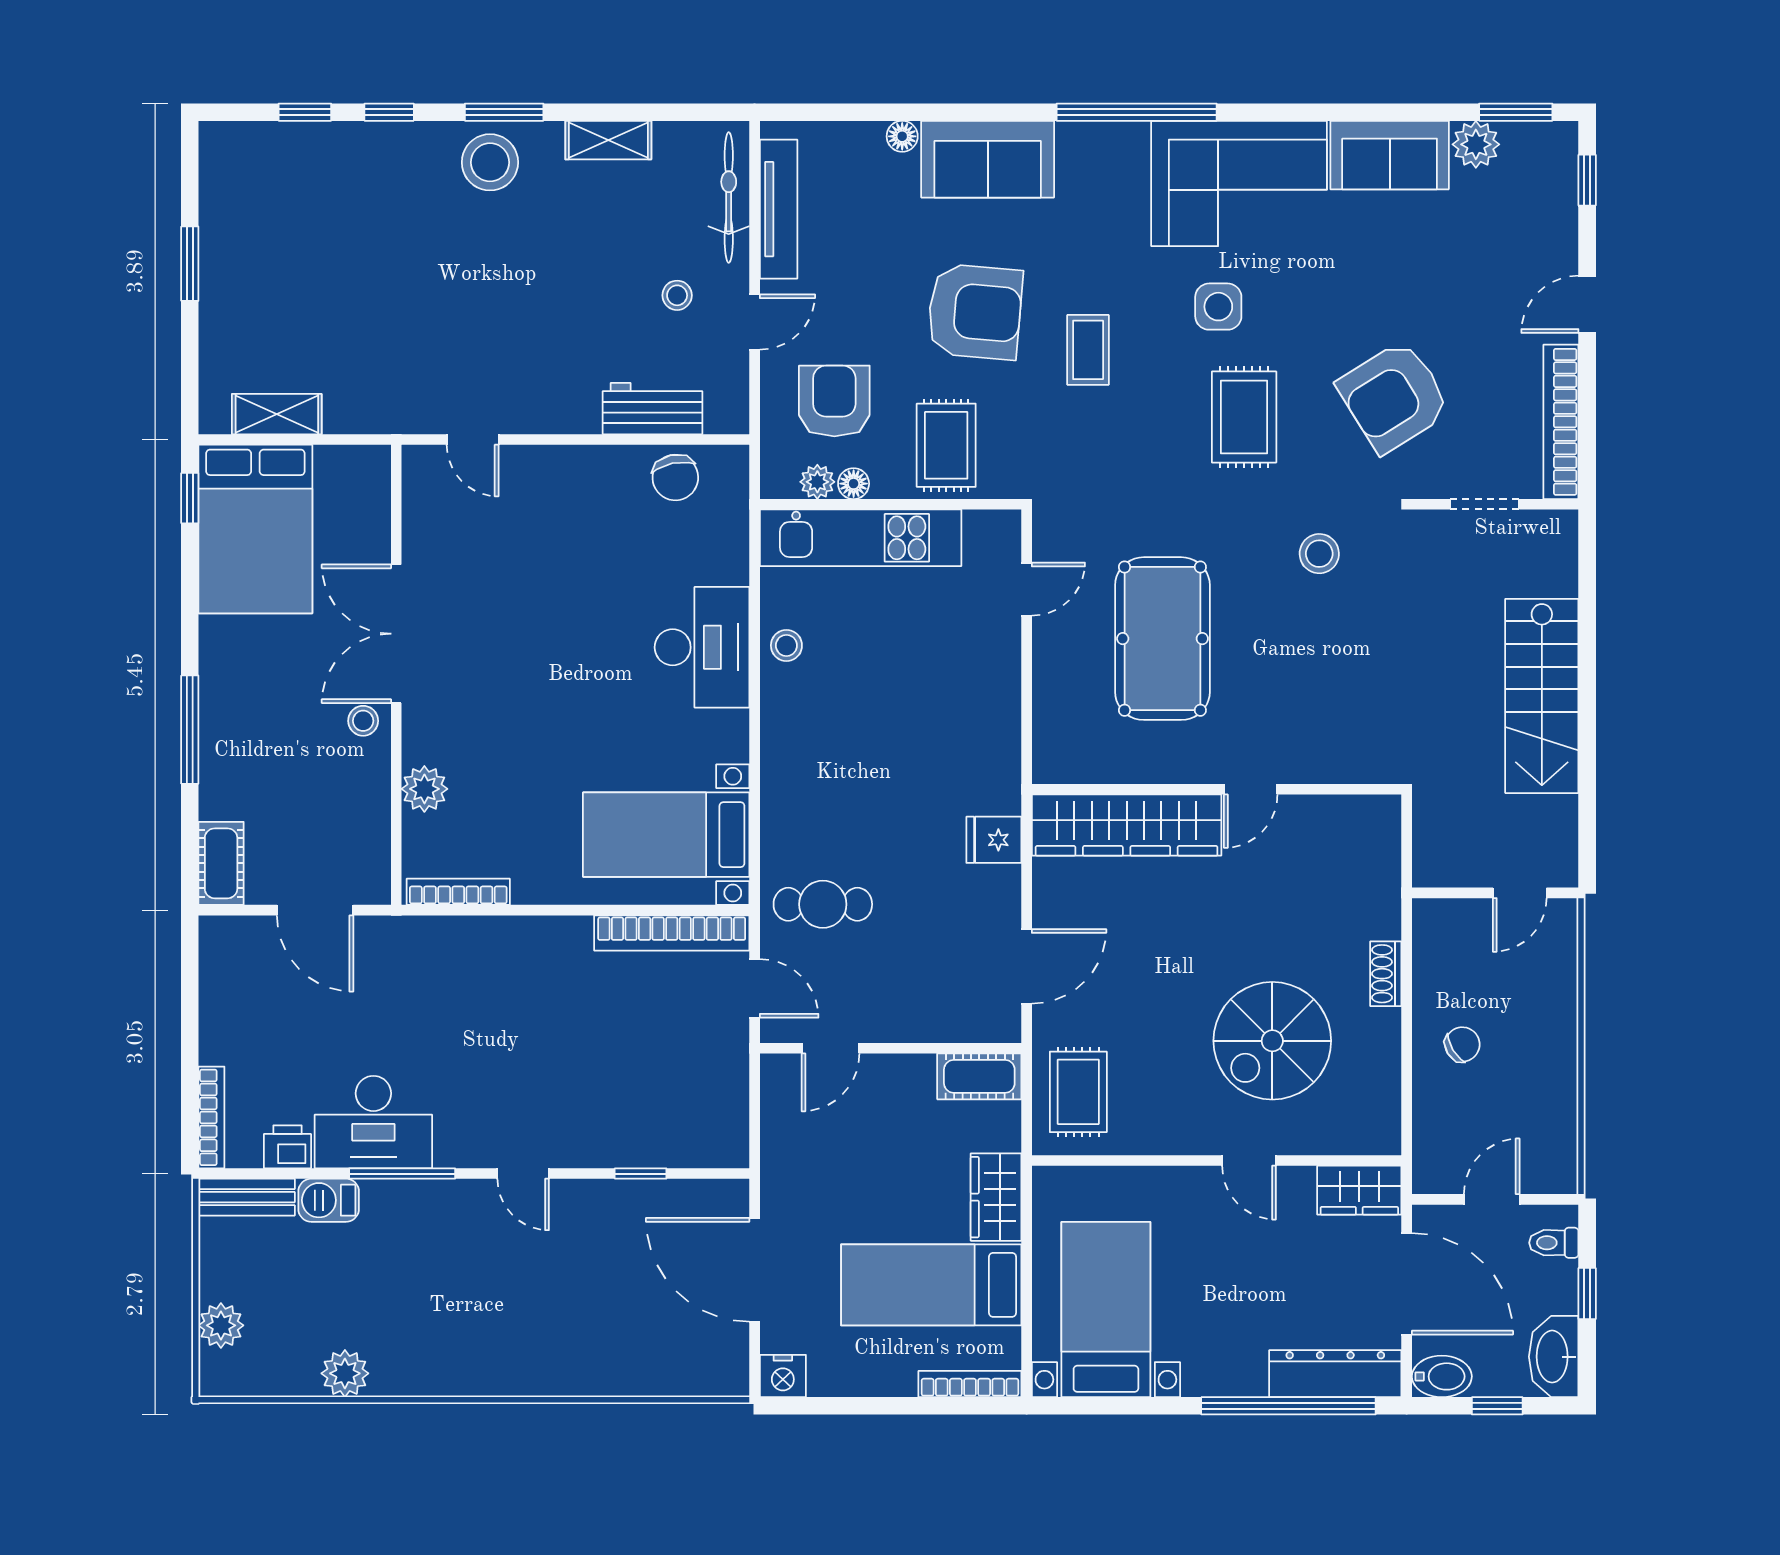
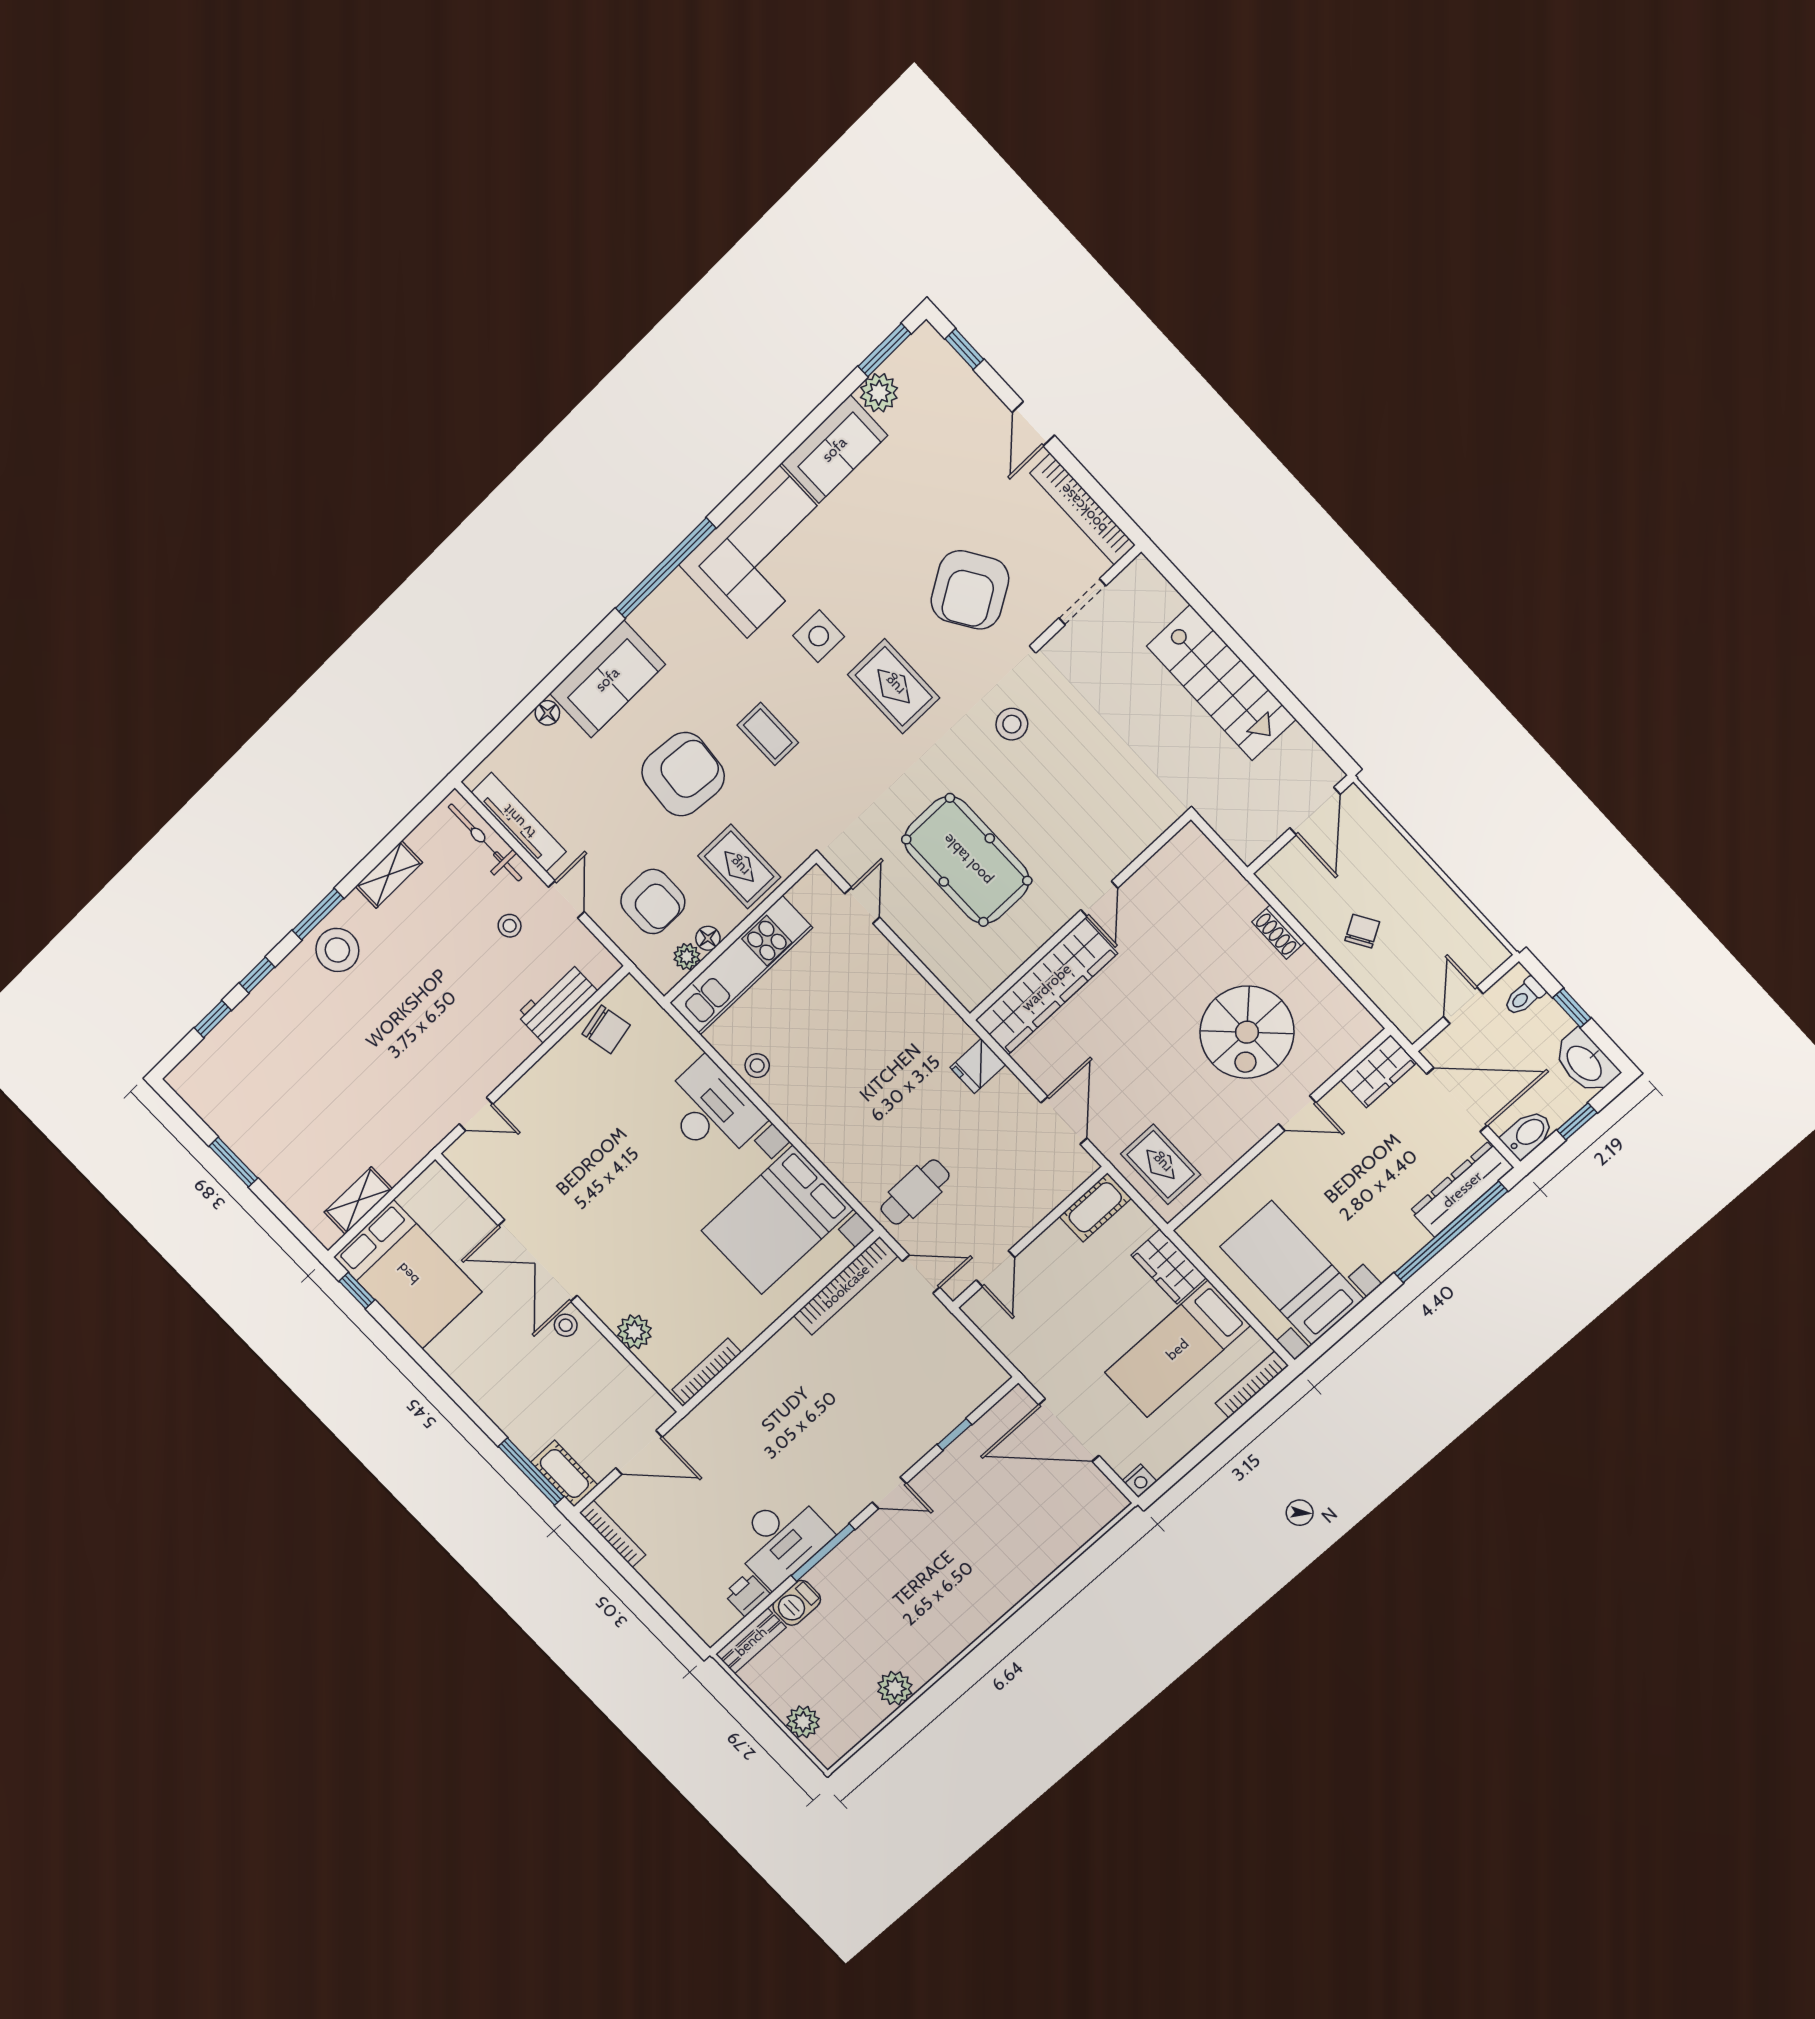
armchair: (834, 401) -> (653, 902), turned 180
window: (190, 730) -> (531, 1472), moved
bed with nightstands: (666, 835) -> (777, 1220), width x1.36
door: (1520, 893) -> (1315, 811), width x1.37
bookcase: (211, 1117) -> (613, 1534), moved
nightstand: (783, 1376) -> (1139, 1481), width x0.72, depth x0.74

